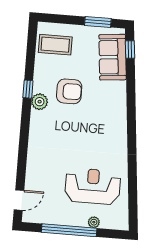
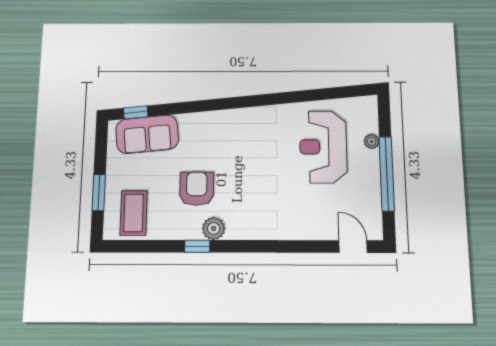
window: (98, 22) -> (99, 193), moved

